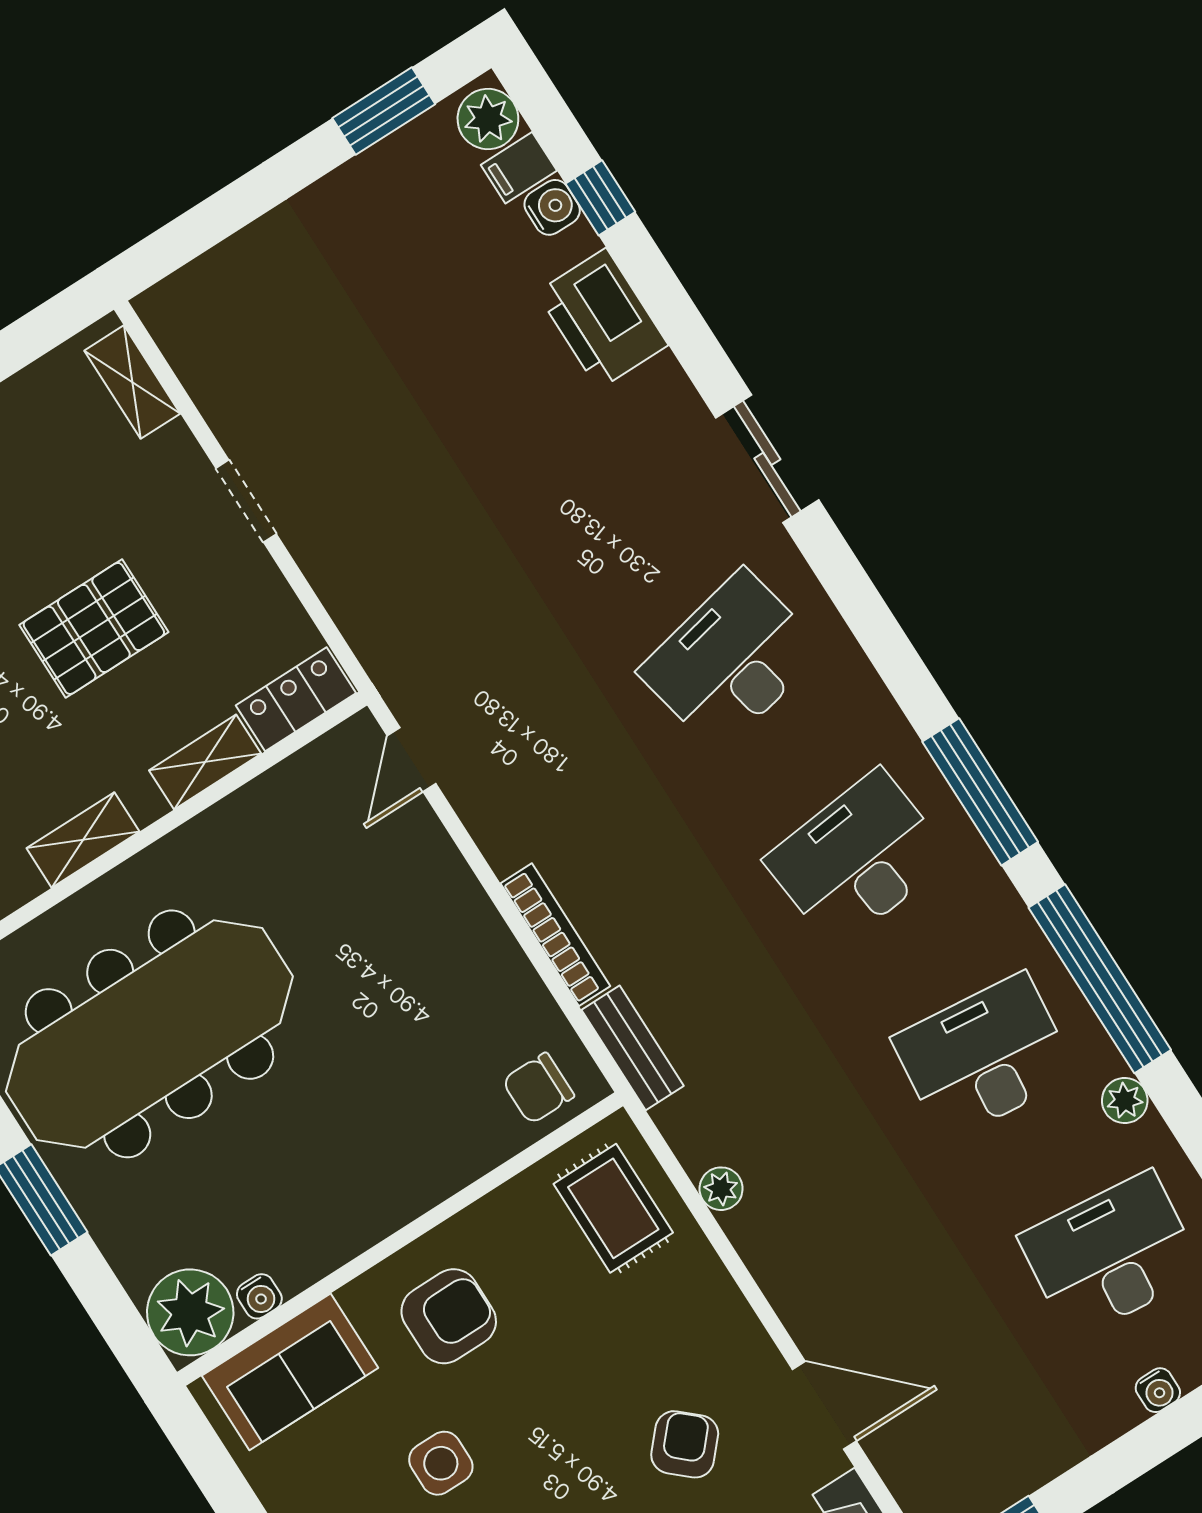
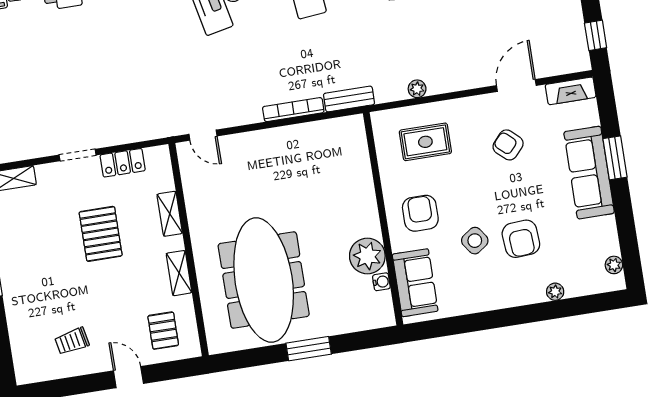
locker: (296, 699) -> (123, 163), moved, turned -90
chair: (538, 1088) -> (349, 142), removed
rug: (613, 1208) -> (425, 142), moved
plant: (190, 1312) -> (367, 256), moved
side table: (441, 1463) -> (475, 241), turned -35

